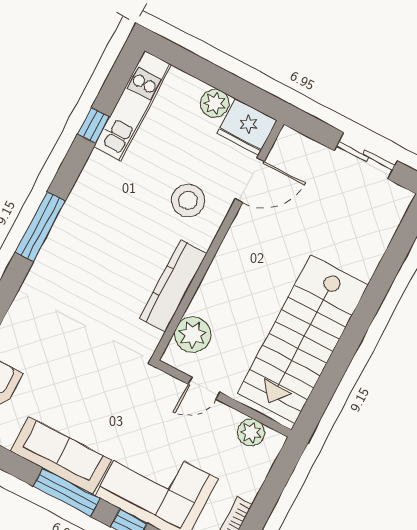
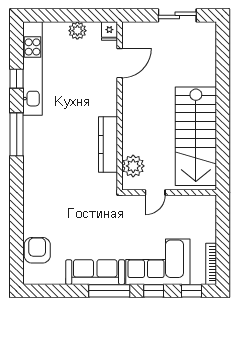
kitchen unit: (133, 106) -> (32, 69), width x1.36
fridge: (247, 127) -> (109, 31), width x0.53, depth x0.75
stool: (188, 200) -> (91, 93), removed
window: (40, 227) -> (17, 134), moved
plant: (251, 432) -> (194, 203), removed

